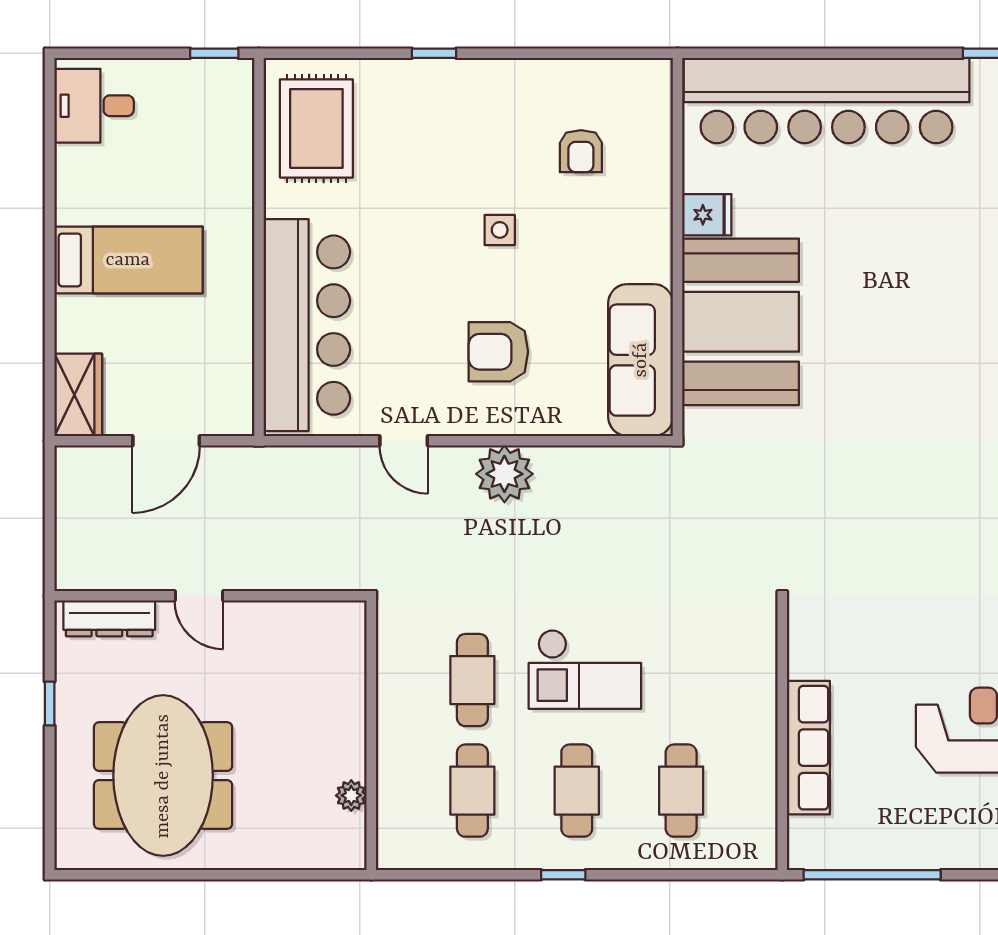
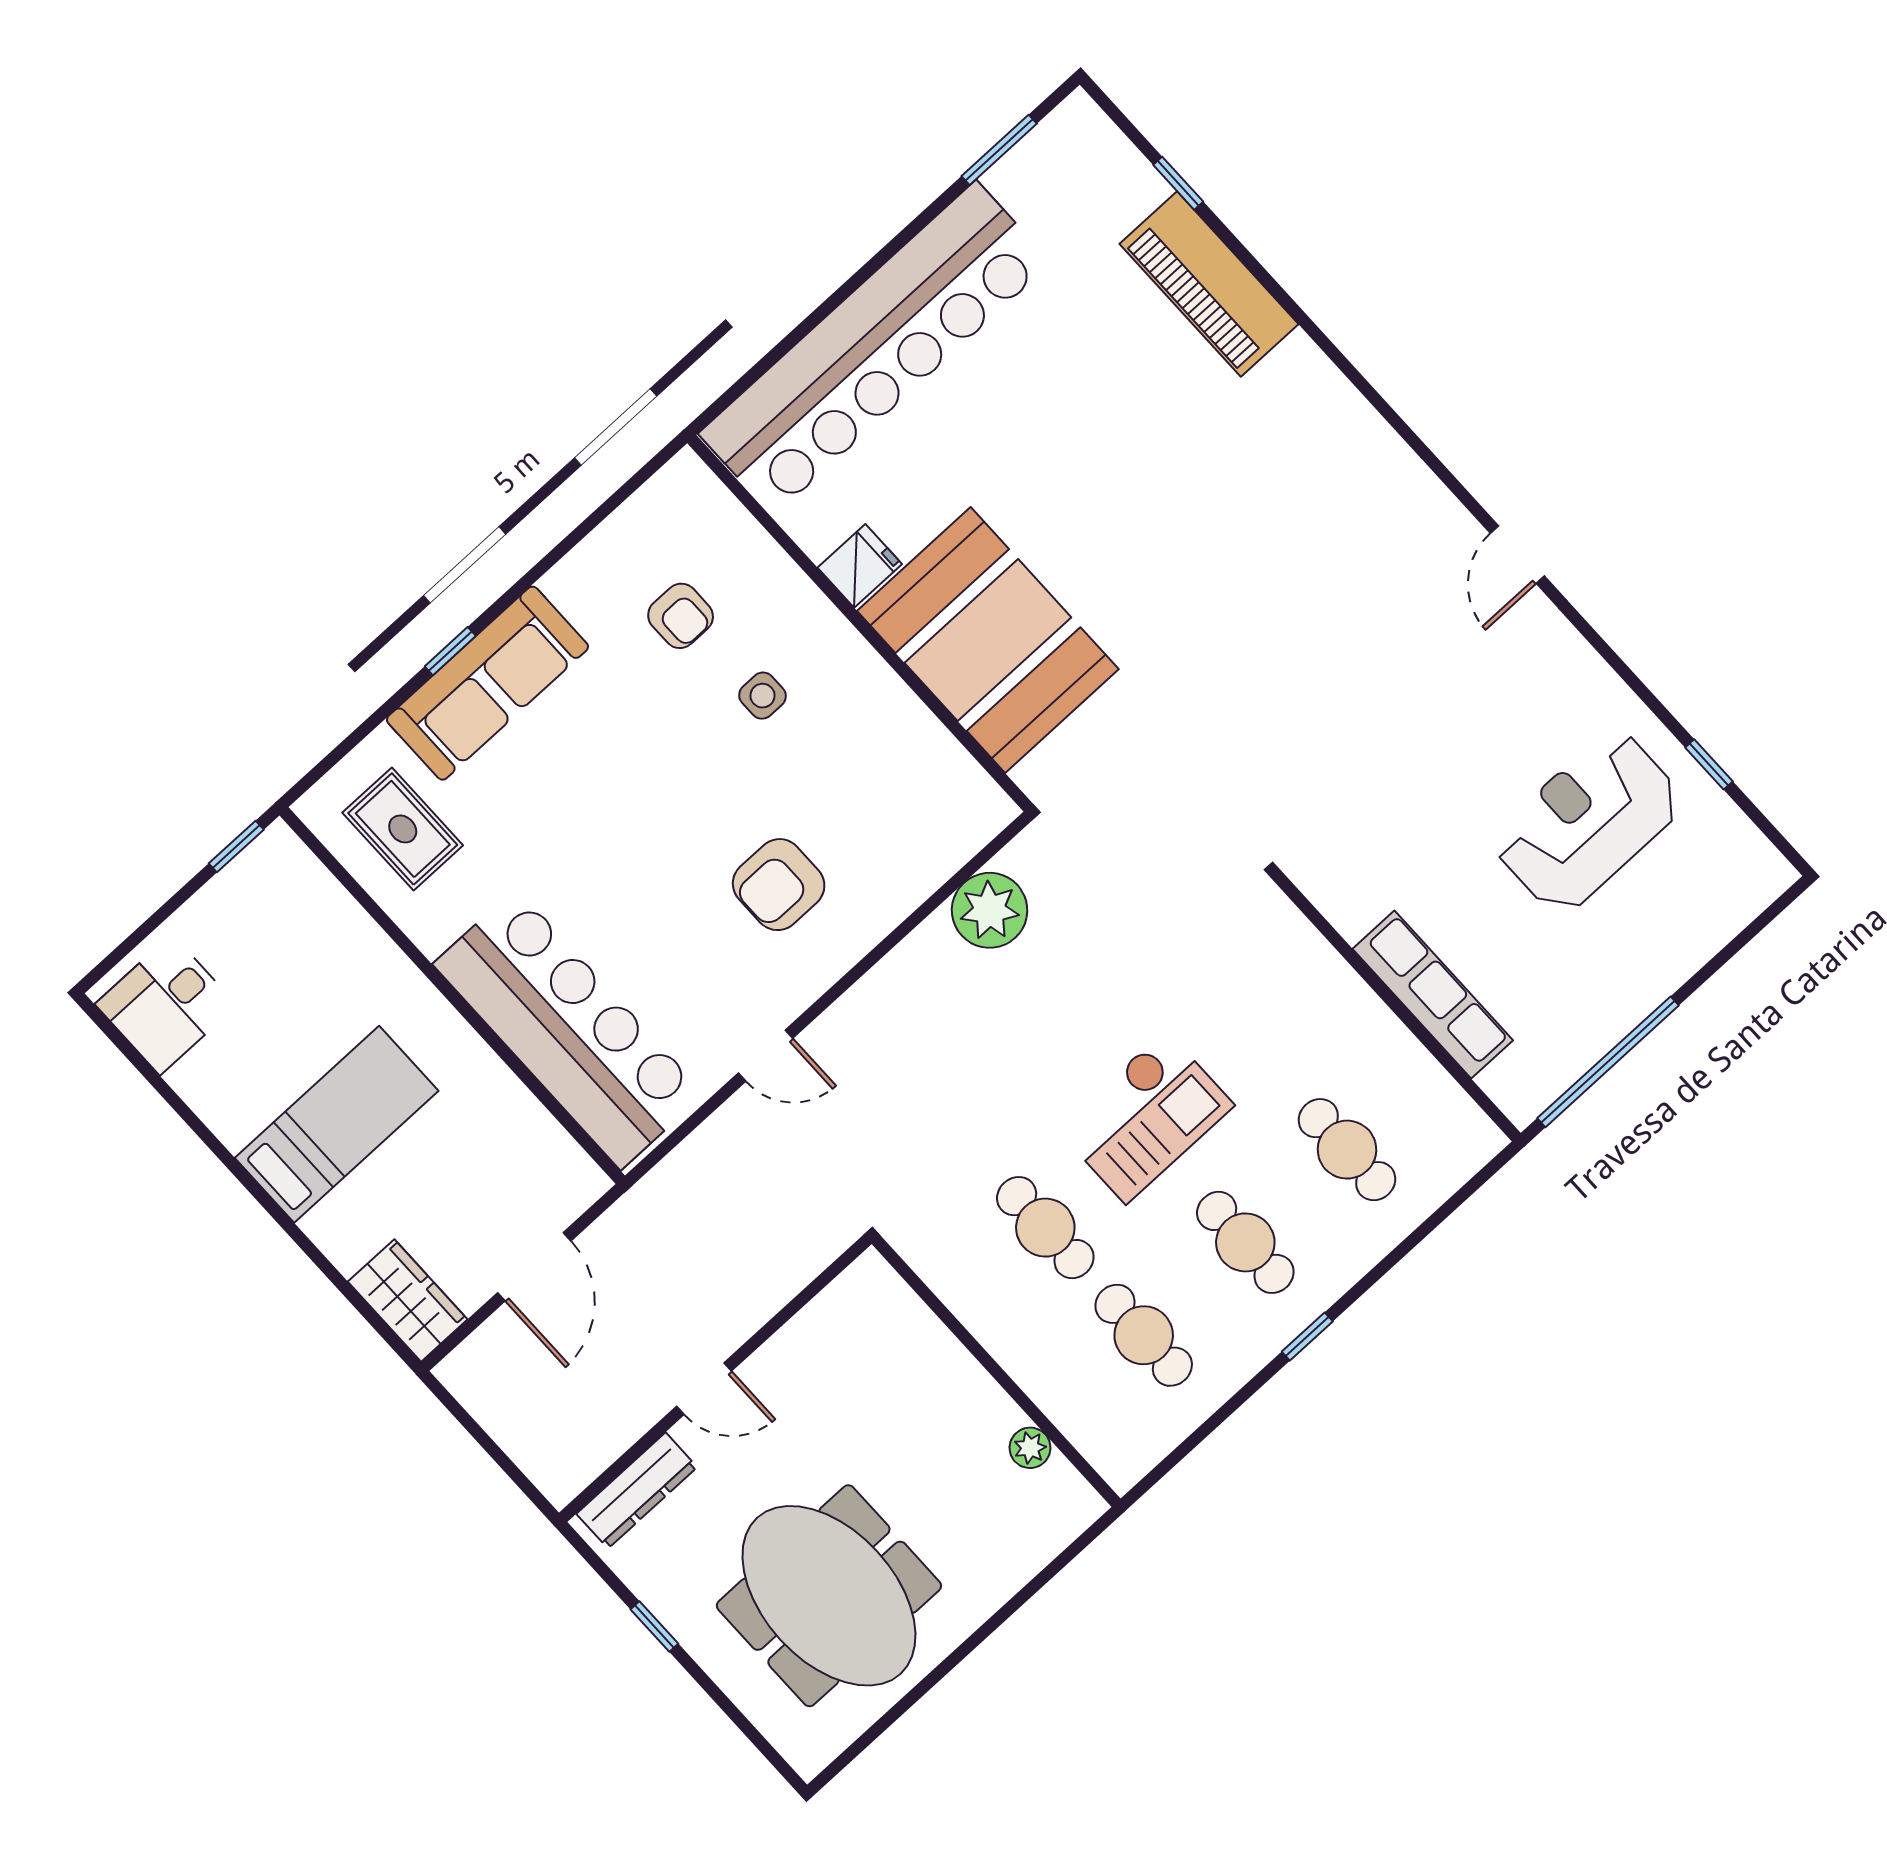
rug: (316, 128) -> (403, 829), width x0.73, depth x0.70
side table: (500, 230) -> (763, 696), moved
sofa: (641, 360) -> (487, 683), moved, turned -90
plant: (504, 474) -> (990, 910), moved

